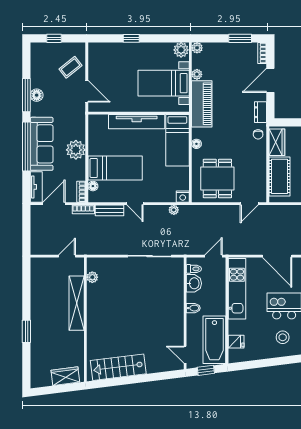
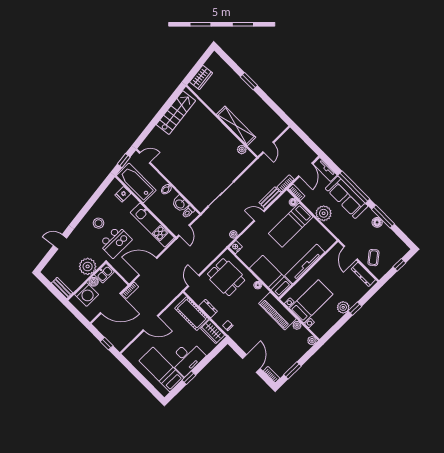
plant: (181, 50) -> (343, 307), moved
dresser: (94, 61) -> (363, 274), added
door: (87, 91) -> (351, 253), hinge flipped
dresser: (260, 112) -> (208, 308), moved

